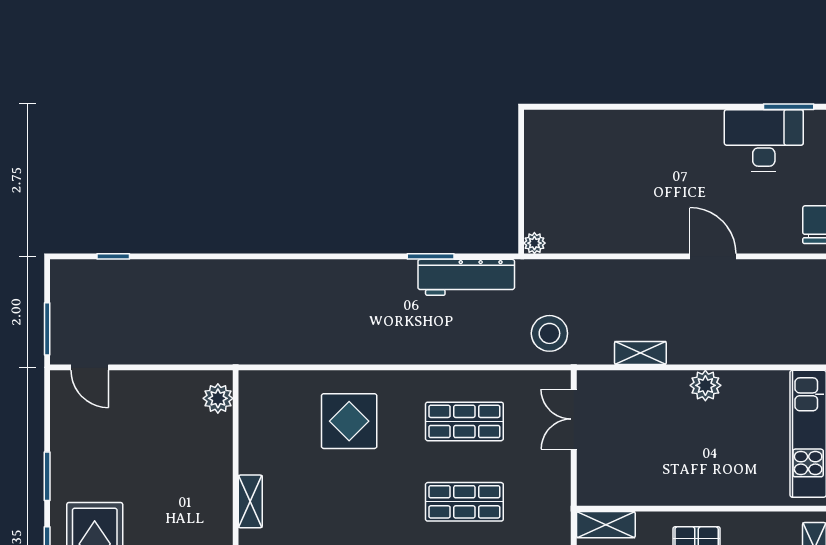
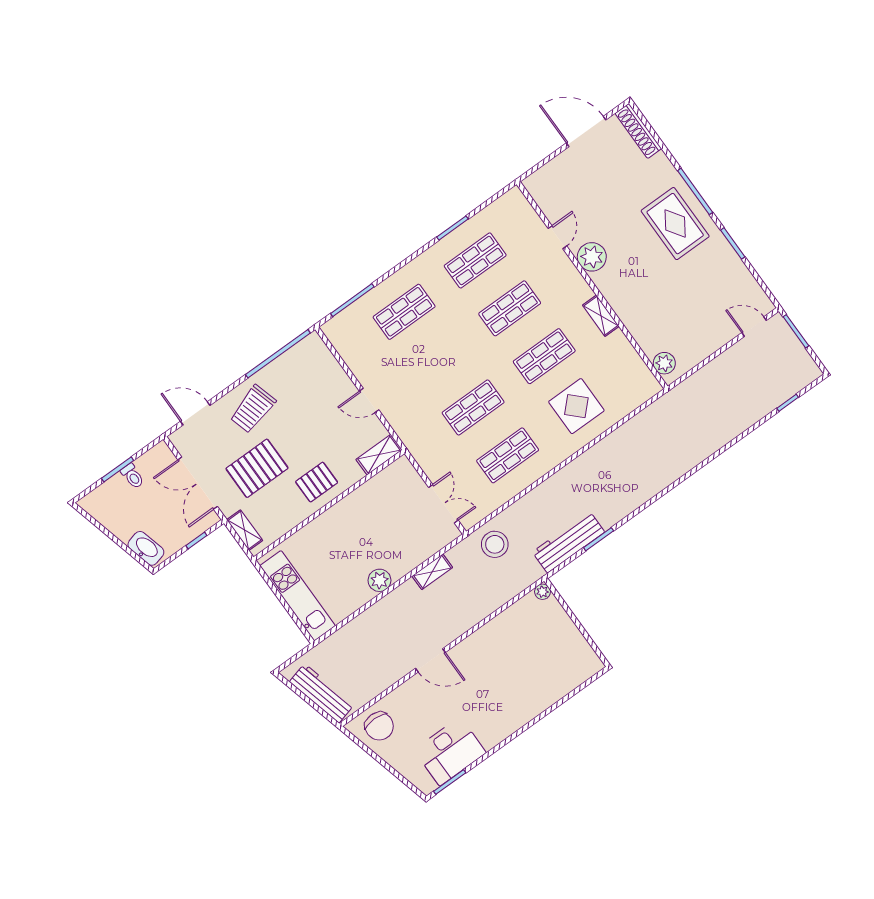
shop shelf: (345, 502) -> (544, 356), added

